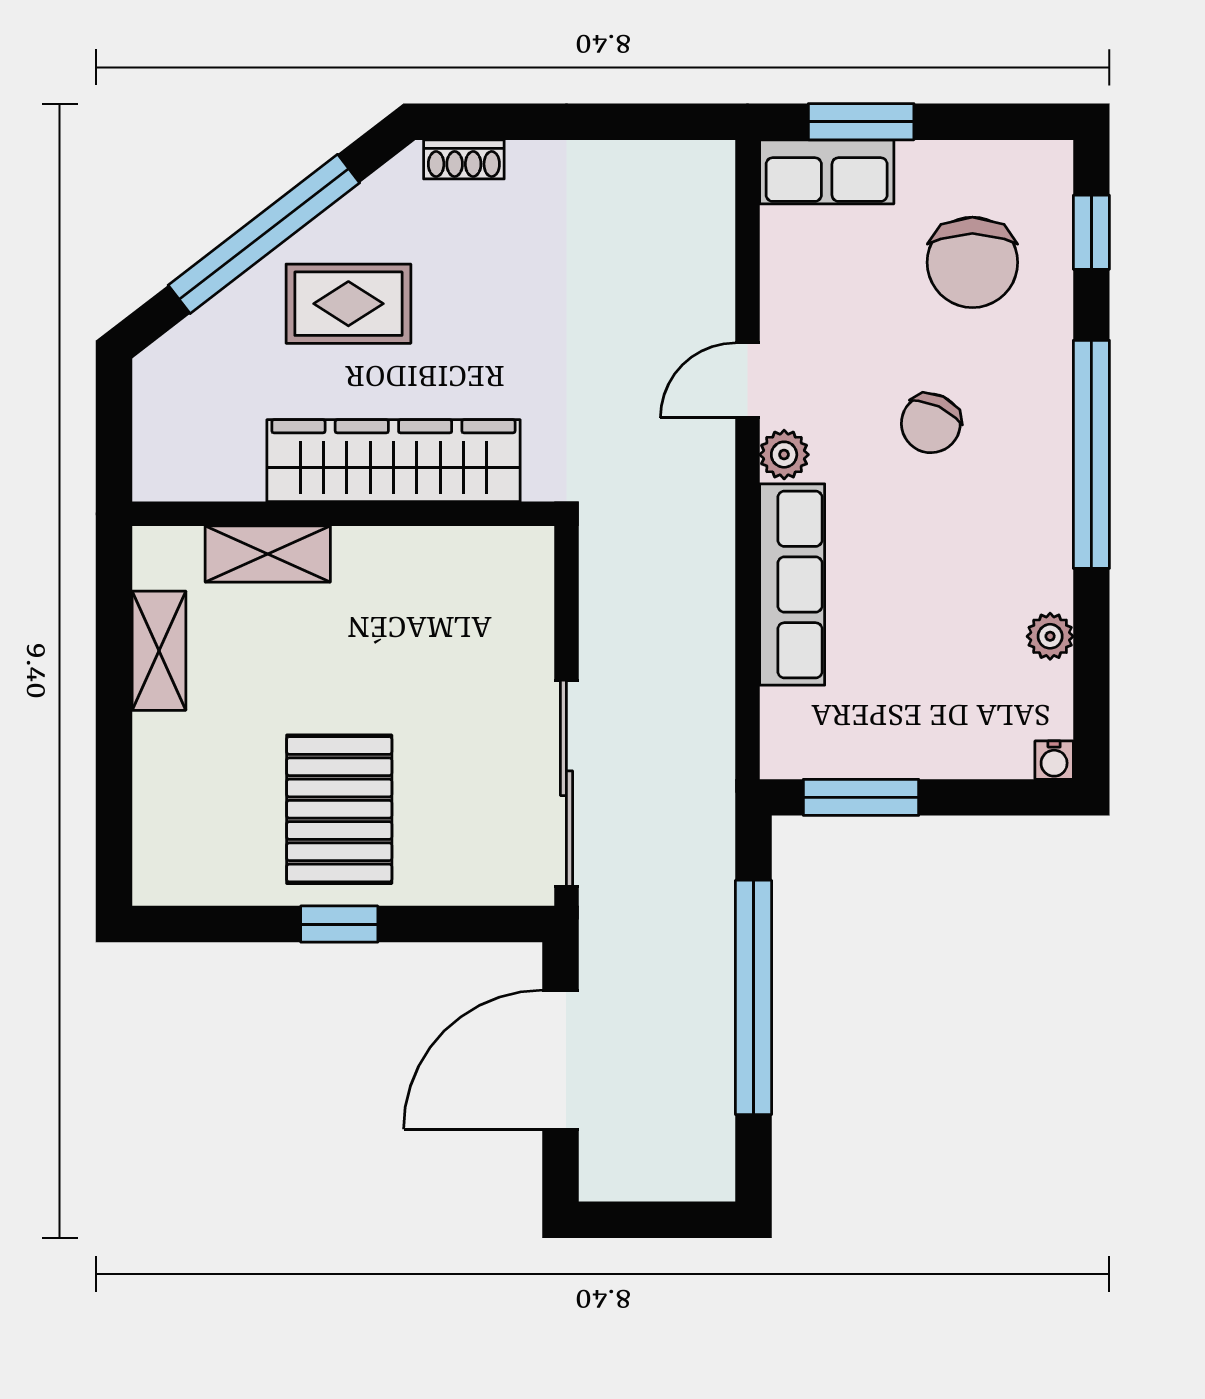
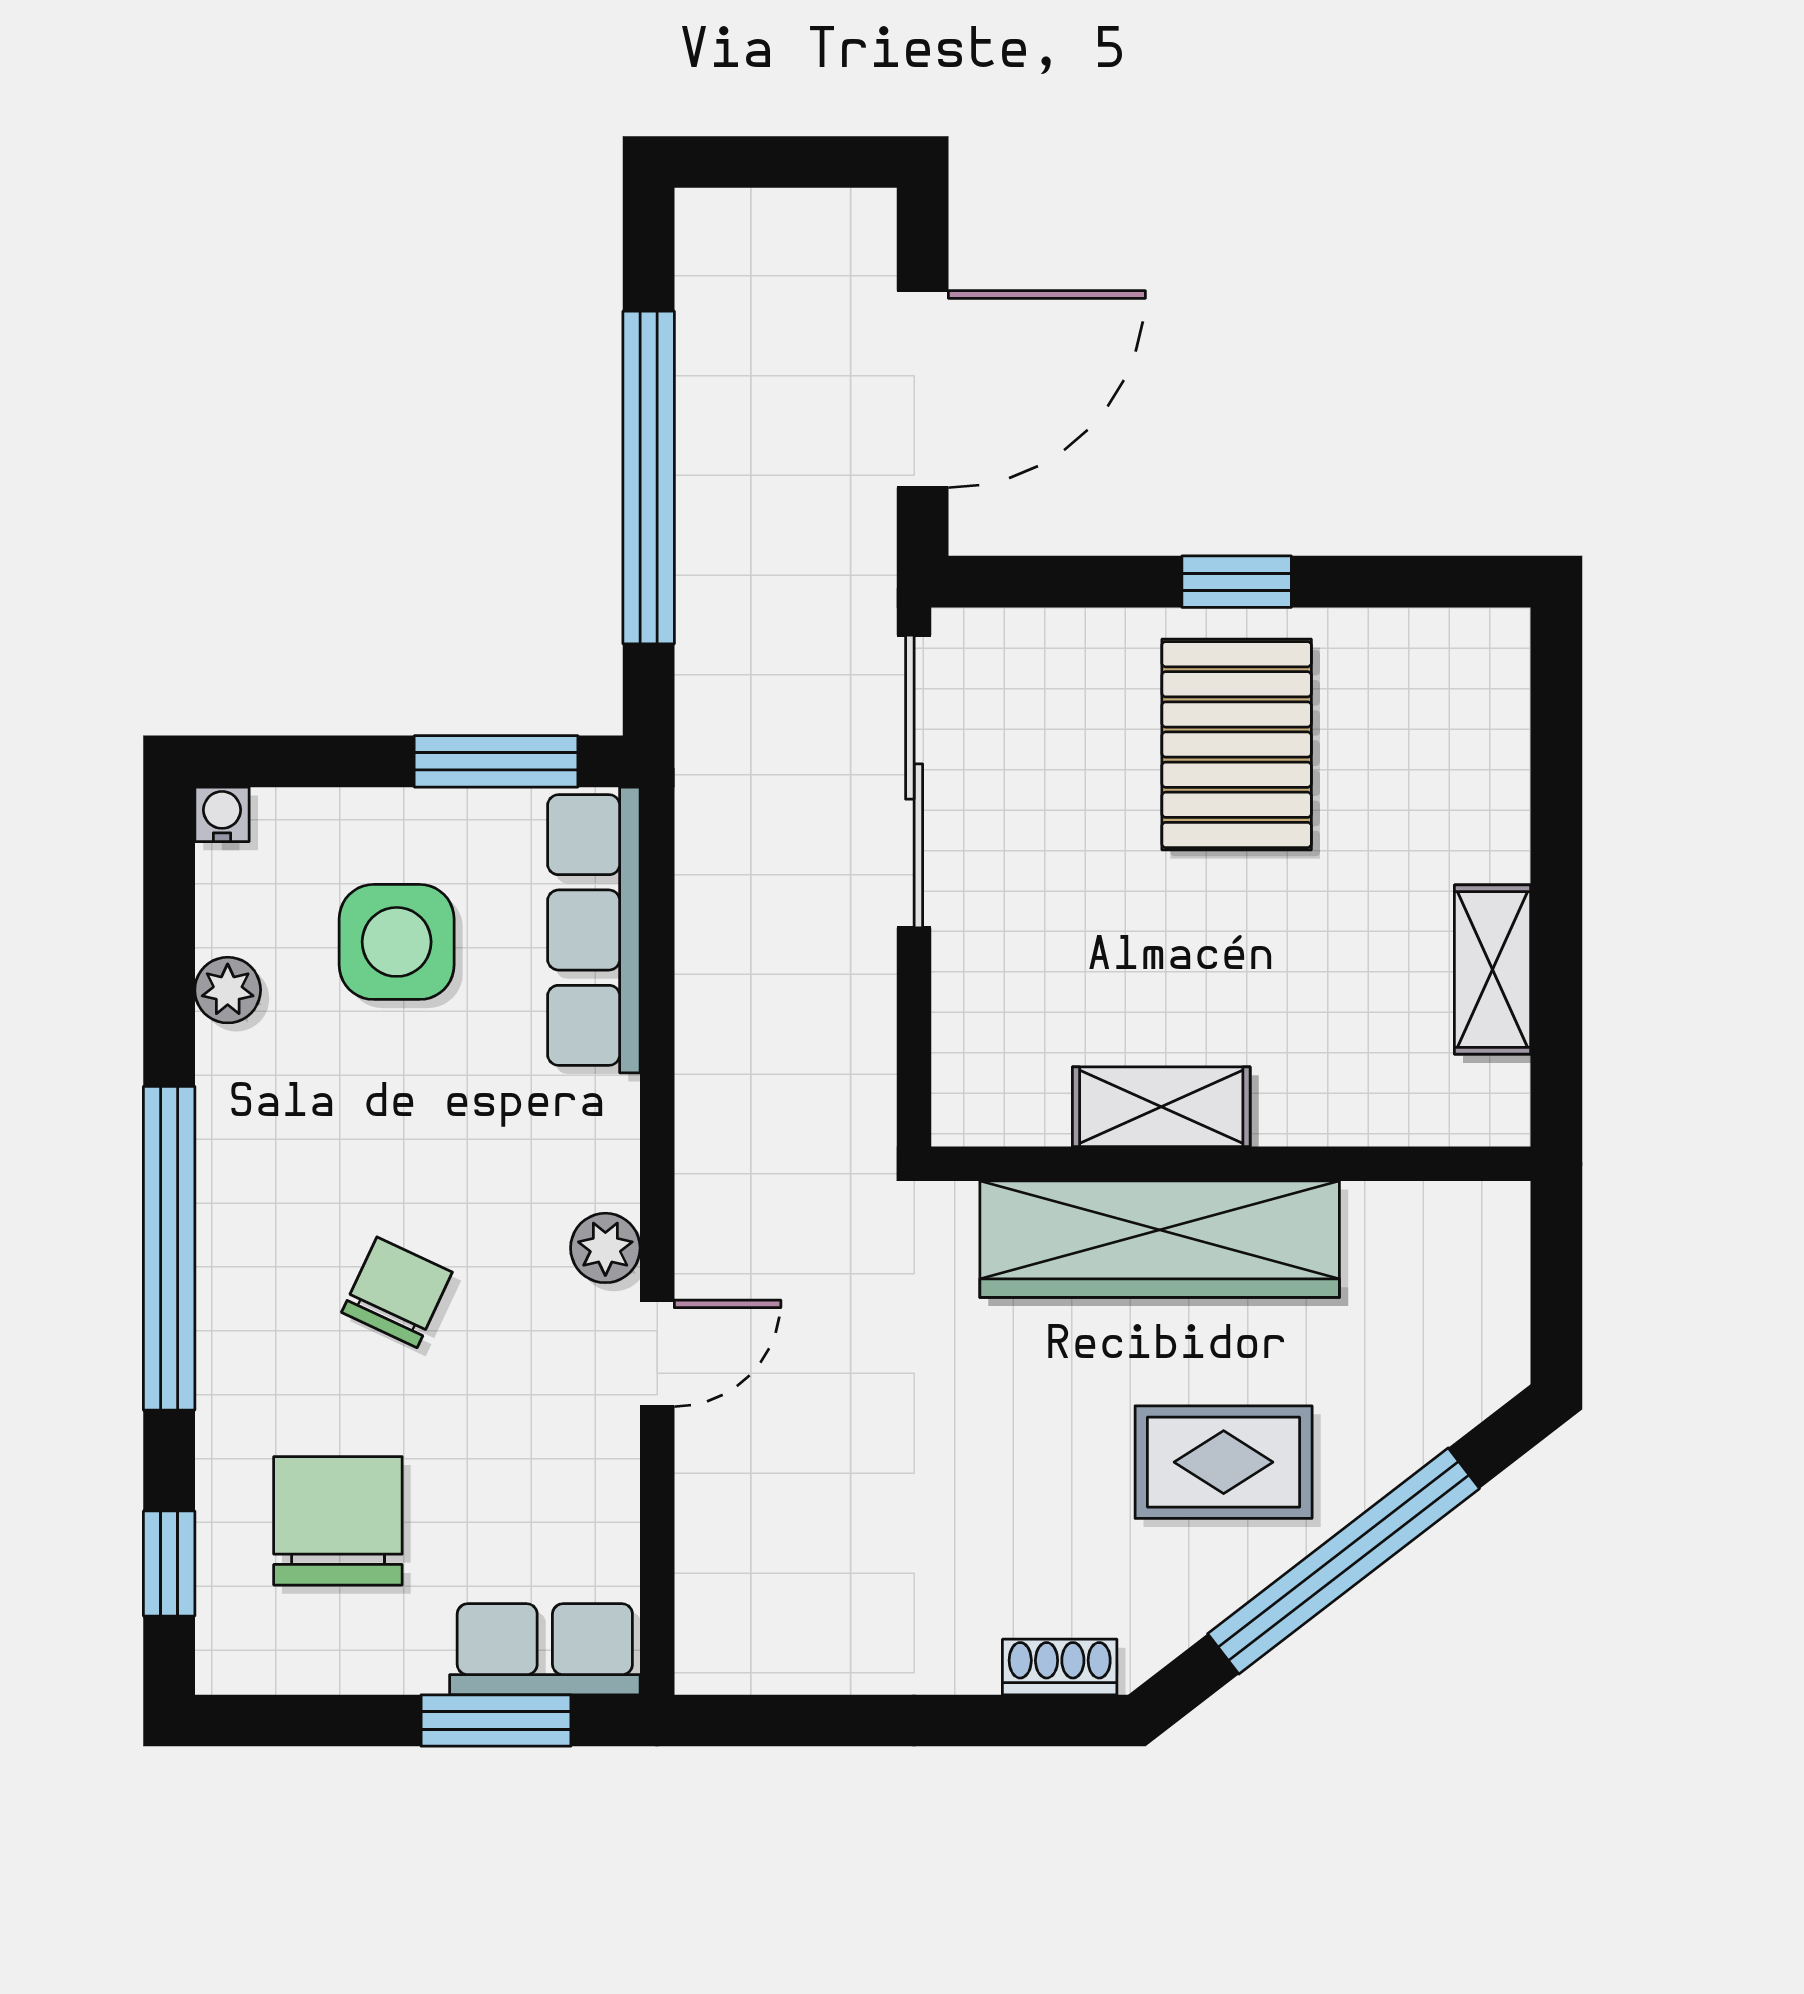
shelving: (268, 554) -> (1161, 1107), moved
row of seats: (792, 585) -> (594, 930), moved
side table: (931, 670) -> (397, 942), added

